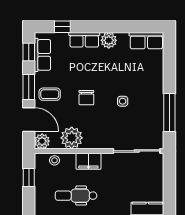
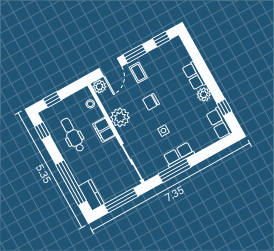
window: (62, 27) -> (224, 107), moved
row of seats: (42, 55) -> (179, 155), moved, turned 180
plant: (72, 138) -> (120, 117), moved
window: (29, 178) -> (52, 100), moved
window: (169, 183) -> (121, 200), added

